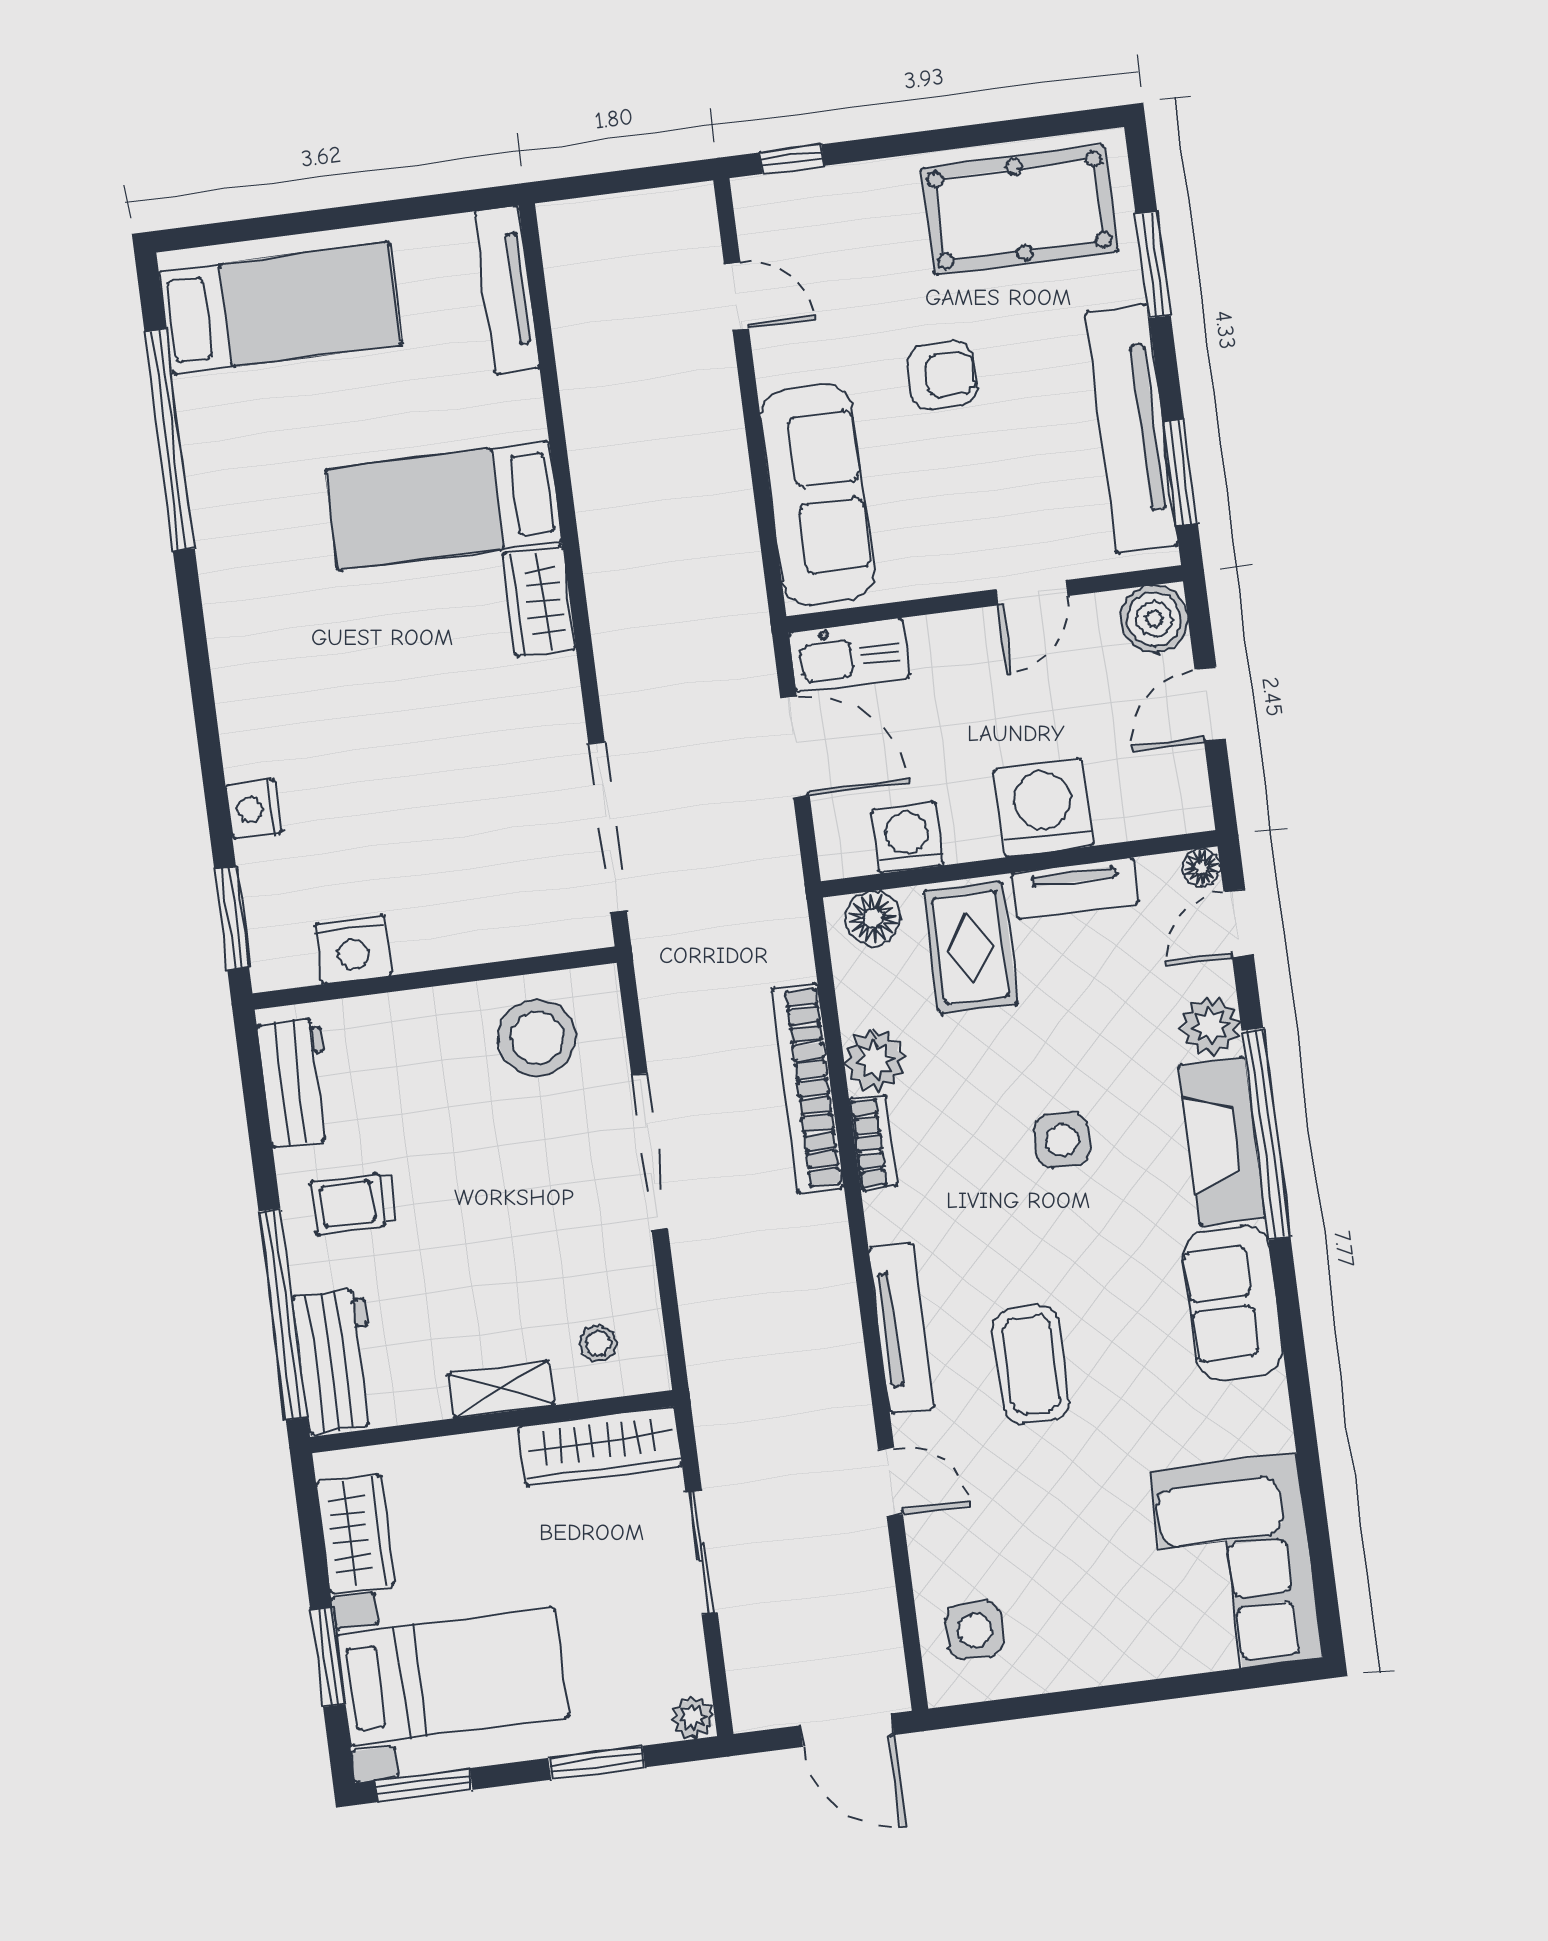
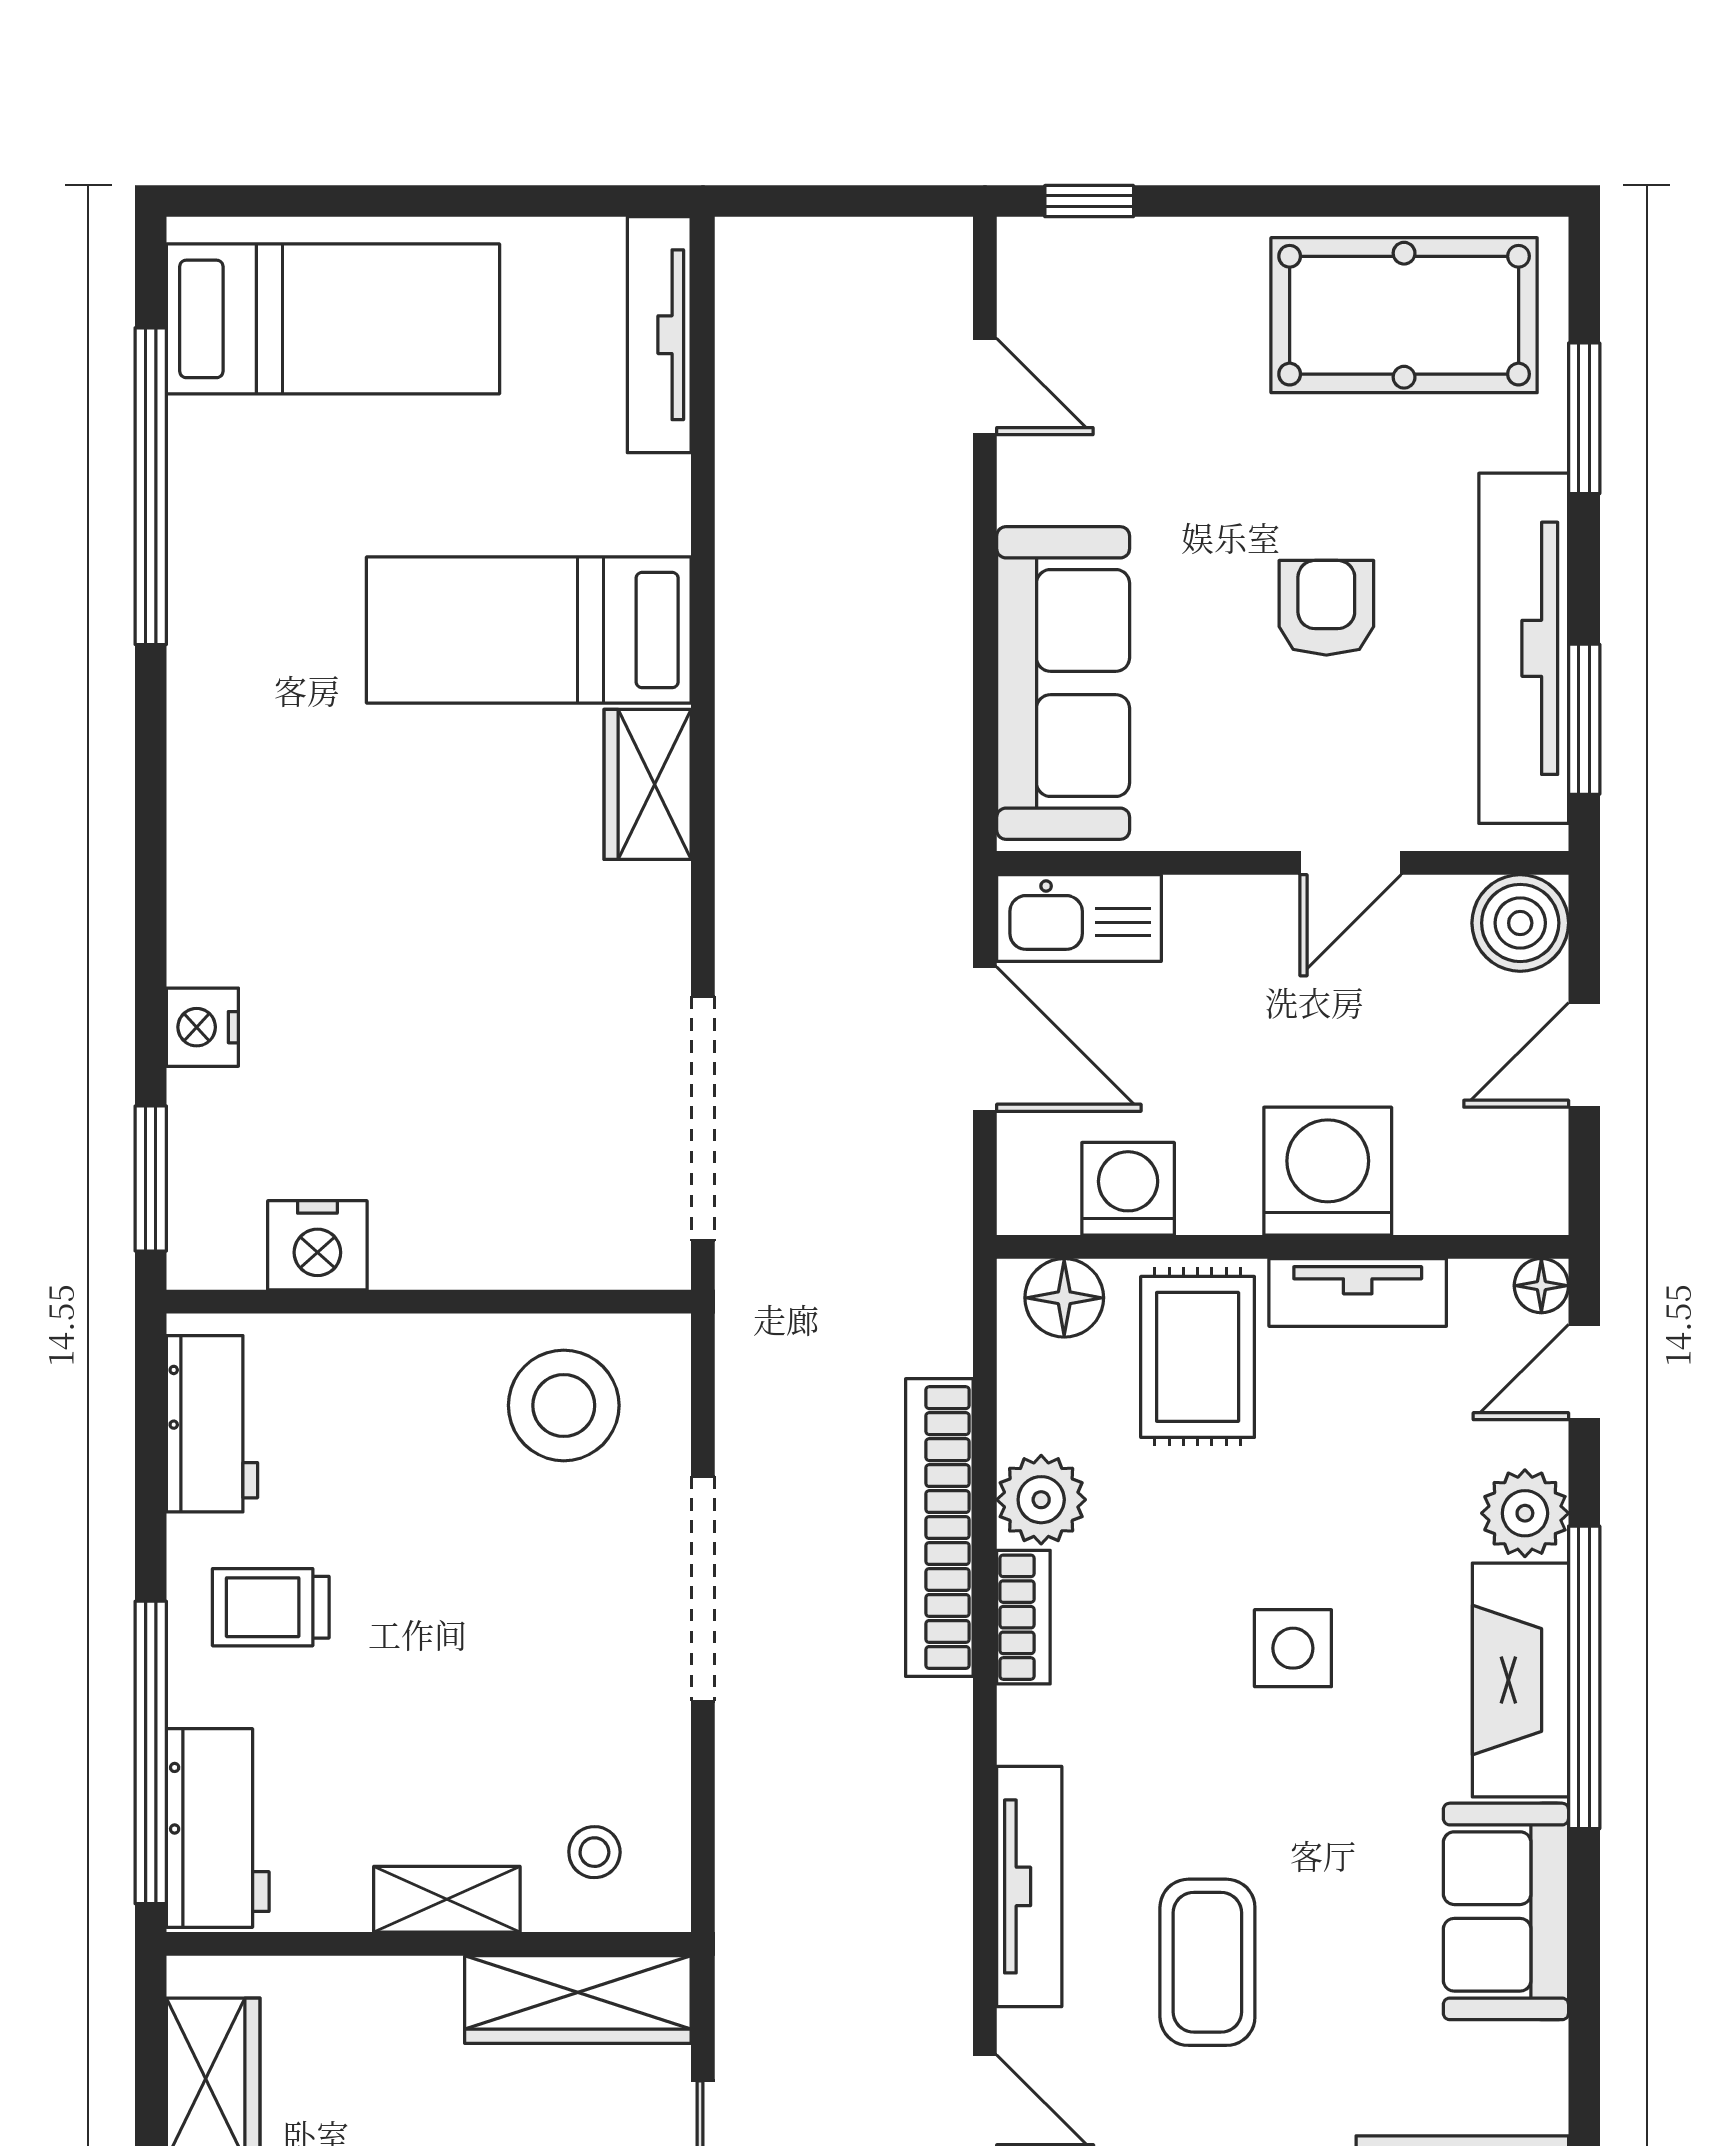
armchair: (942, 376) -> (1326, 608), moved, turned -90

